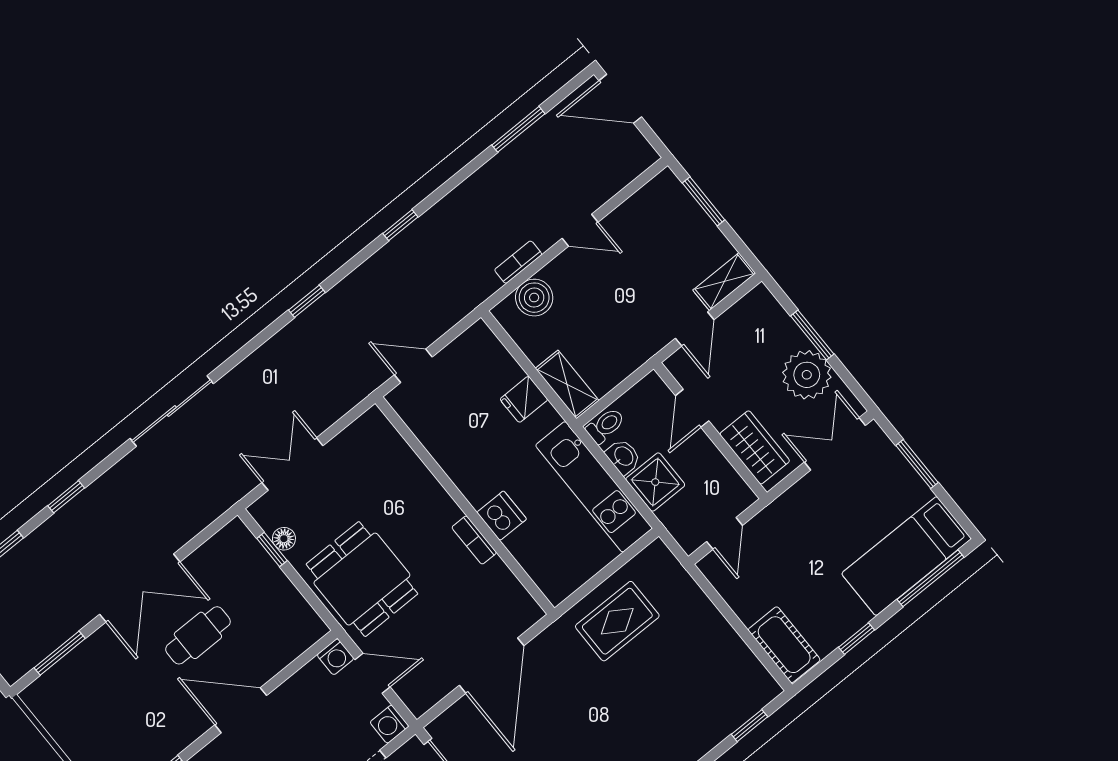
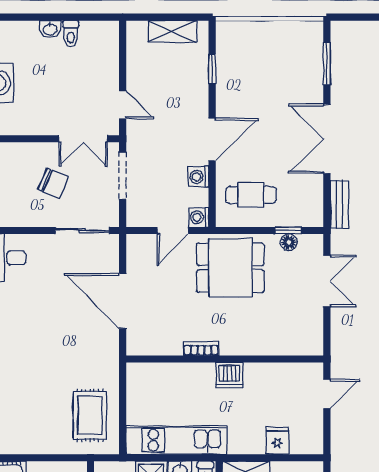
fridge: (524, 399) -> (277, 441), moved
dishwasher: (502, 516) -> (229, 375), moved
bench: (199, 518) -> (339, 204), added
rug: (617, 621) -> (90, 415), moved
cafe table: (198, 635) -> (251, 195), moved, turned 90
washing machine: (389, 724) -> (198, 177), moved, turned -90

